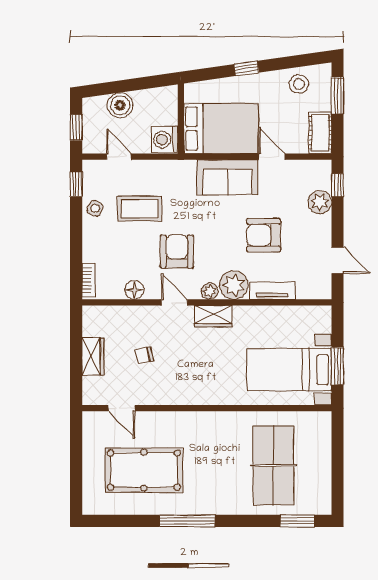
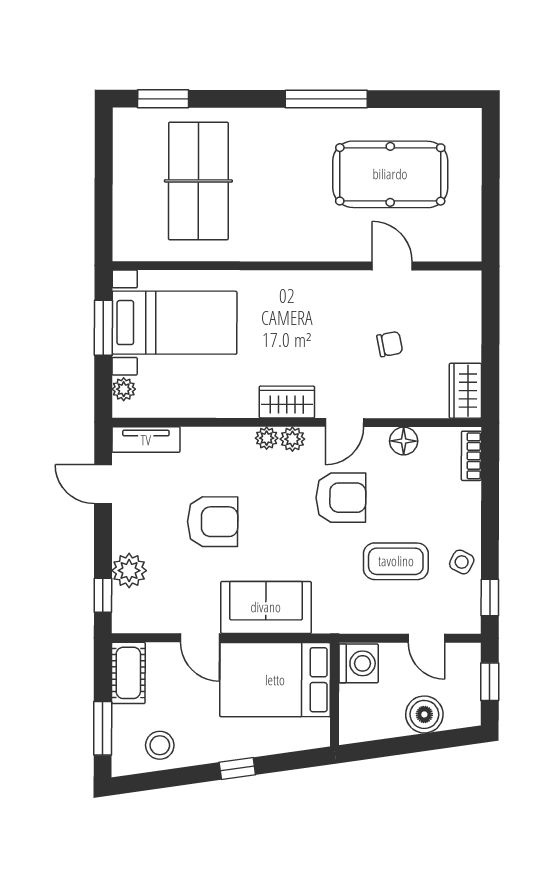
armchair: (177, 252) -> (341, 498), turned -90
plant: (234, 285) -> (267, 438), width x0.53, depth x0.53
tv unit: (273, 291) -> (146, 440), moved
door: (174, 302) -> (344, 422), hinge flipped
plant: (324, 325) -> (124, 389), added
wardrobe: (93, 356) -> (465, 391), moved
door: (122, 408) -> (392, 266), moved

